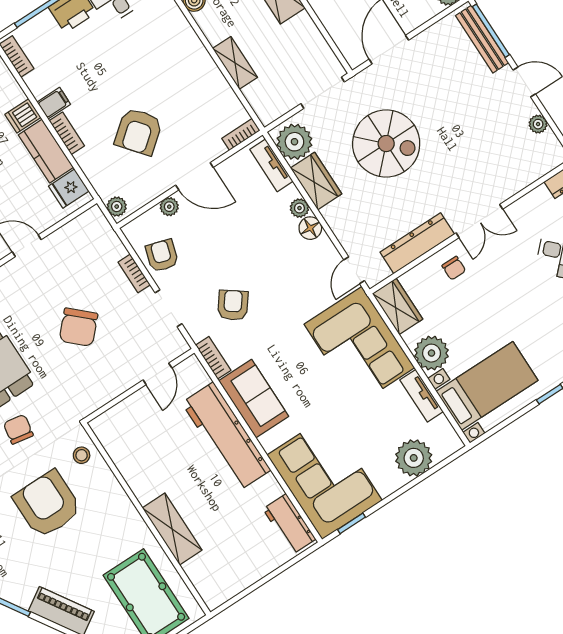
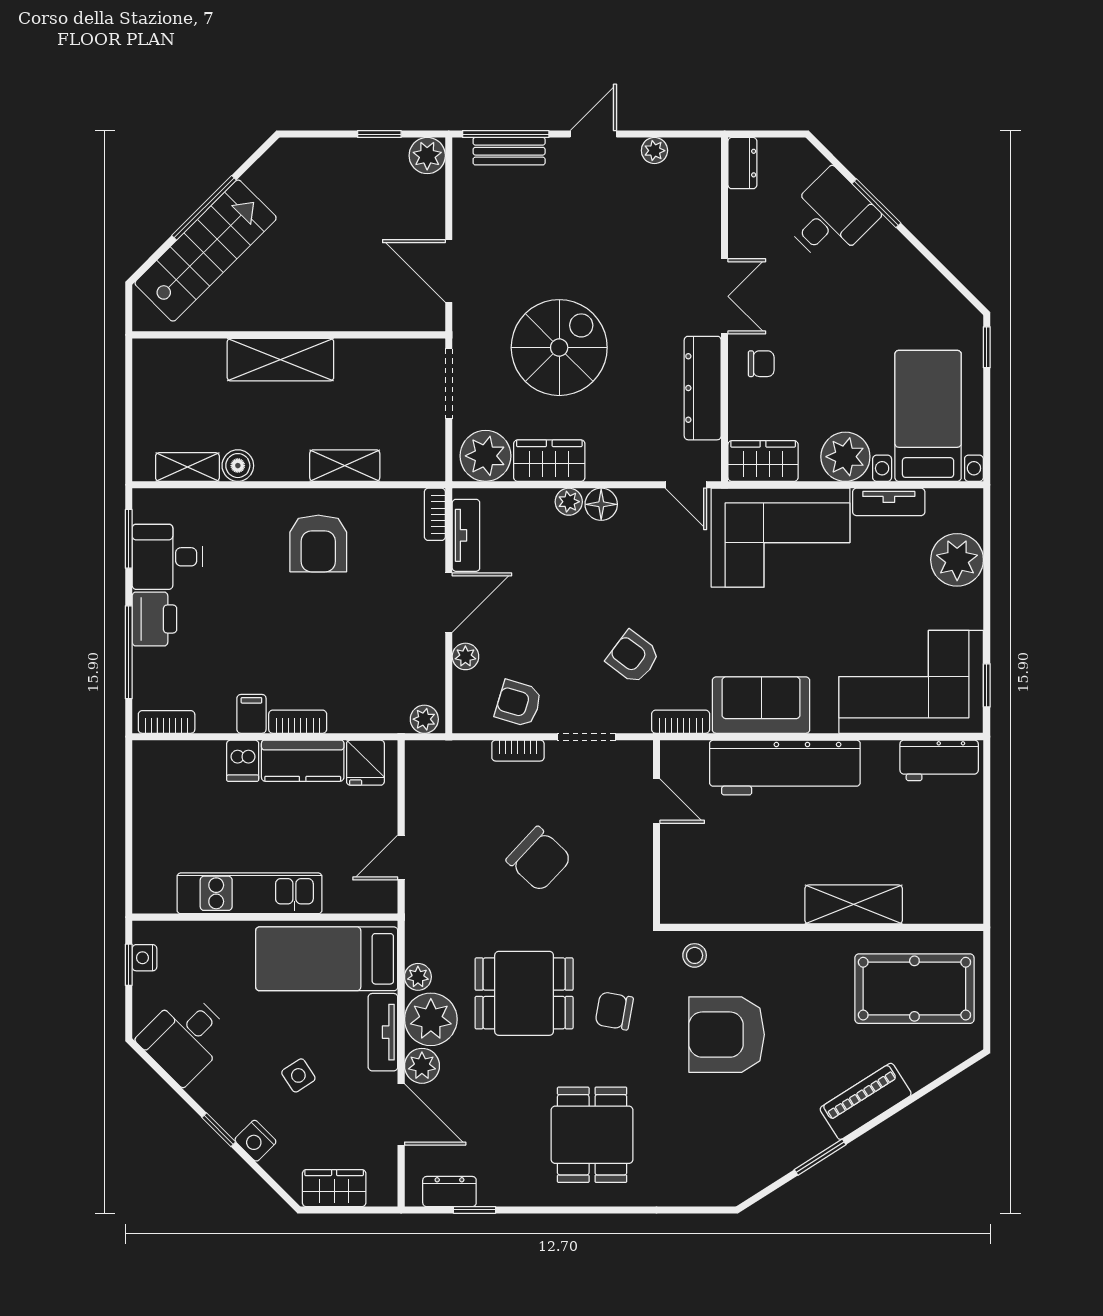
bench: (482, 39) -> (509, 151), width x0.73
armchair: (139, 132) -> (318, 543), moved, turned 39
tv unit: (271, 165) -> (466, 535), moved, turned -90

